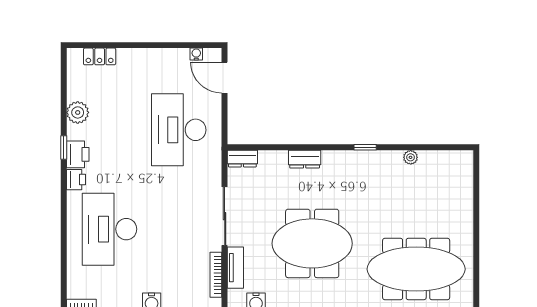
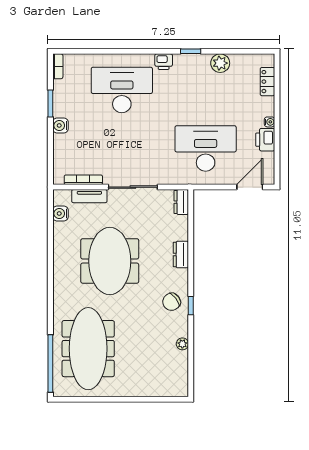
water cooler: (196, 54) -> (270, 122), moved
printer: (78, 154) -> (265, 140), moved, turned 90
chair: (361, 170) -> (172, 302), added

